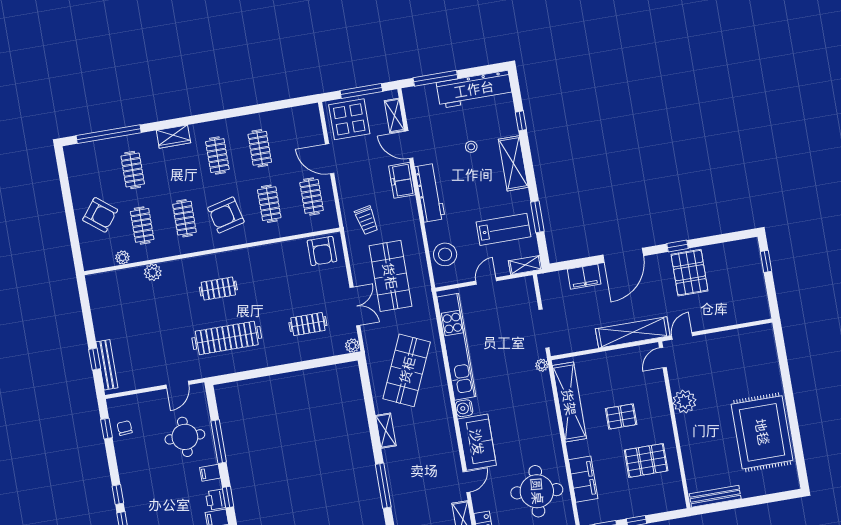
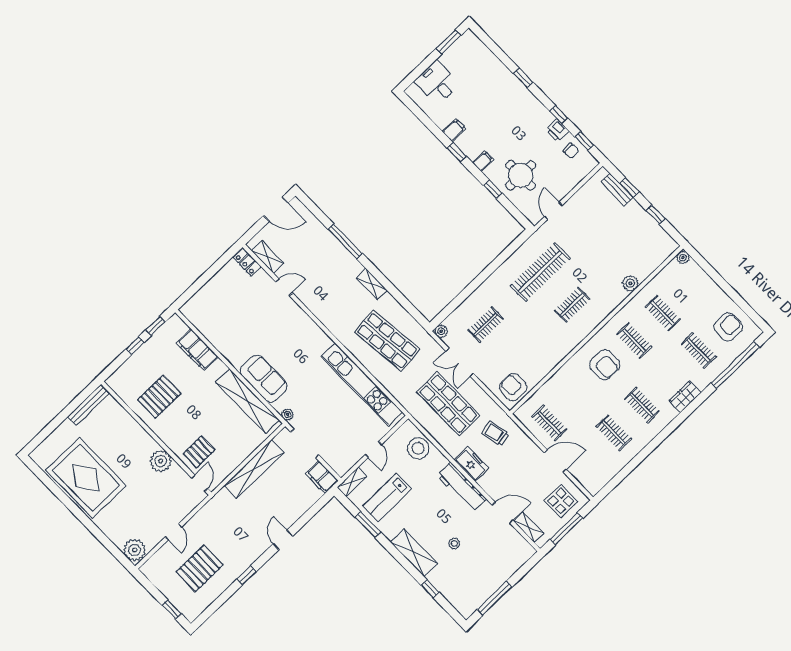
window: (435, 78) -> (495, 598), moved
workbench: (474, 89) -> (482, 588), removed
display table: (349, 119) -> (561, 501), width x0.73, depth x0.73
freezer: (402, 180) -> (472, 464), moved
clothes rail: (269, 204) -> (578, 396), removed
armchair: (100, 215) -> (728, 327), moved, turned 142
armchair: (226, 215) -> (605, 365), turned 104
door: (623, 255) -> (283, 540), width x0.53
plant: (122, 257) -> (683, 257), moved
pallet: (689, 273) -> (200, 568), moved, turned 90
filing cabinet: (584, 277) -> (322, 477), moved, turned -90
window: (88, 319) -> (656, 215), added
shelving: (633, 332) -> (254, 469), moved
door: (682, 336) -> (174, 532), moved
plant: (763, 338) -> (135, 550), added
bench: (107, 365) -> (617, 189), width x0.73
shop shelf: (407, 370) -> (387, 341), turned -30
water cooler: (464, 408) -> (324, 342), removed
pallet: (621, 417) -> (199, 452), moved
window: (219, 442) -> (493, 189), width x0.46
sofa: (477, 442) -> (264, 378), moved, turned 180
door: (466, 482) -> (284, 287), swing flipped
round table: (537, 491) -> (226, 317), removed
window: (118, 494) -> (559, 115), moved
printer: (215, 500) -> (558, 130), moved, turned 180

